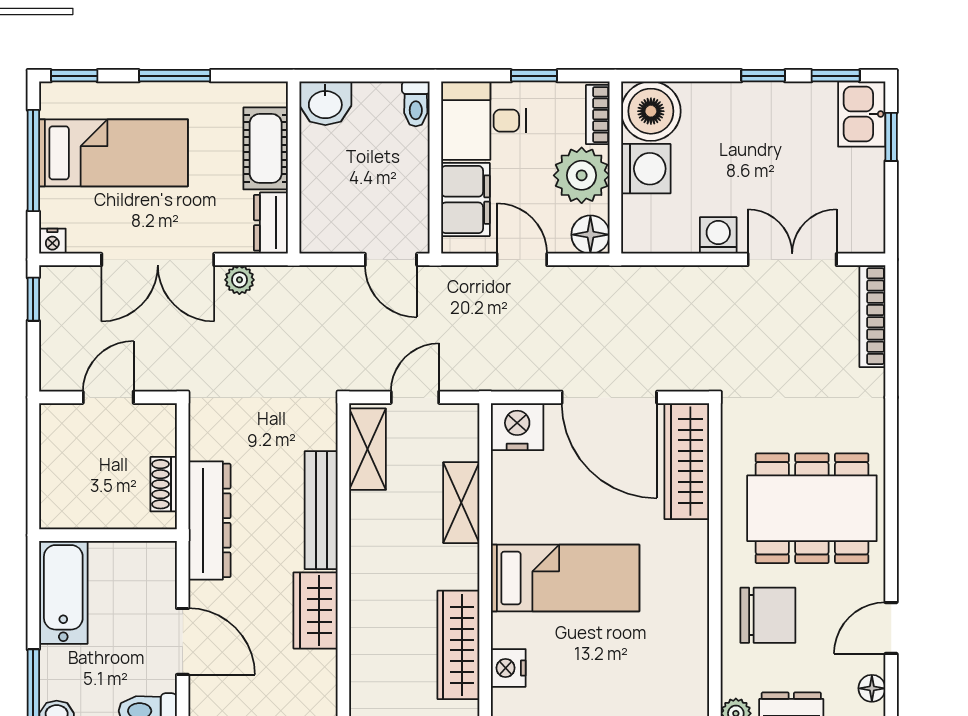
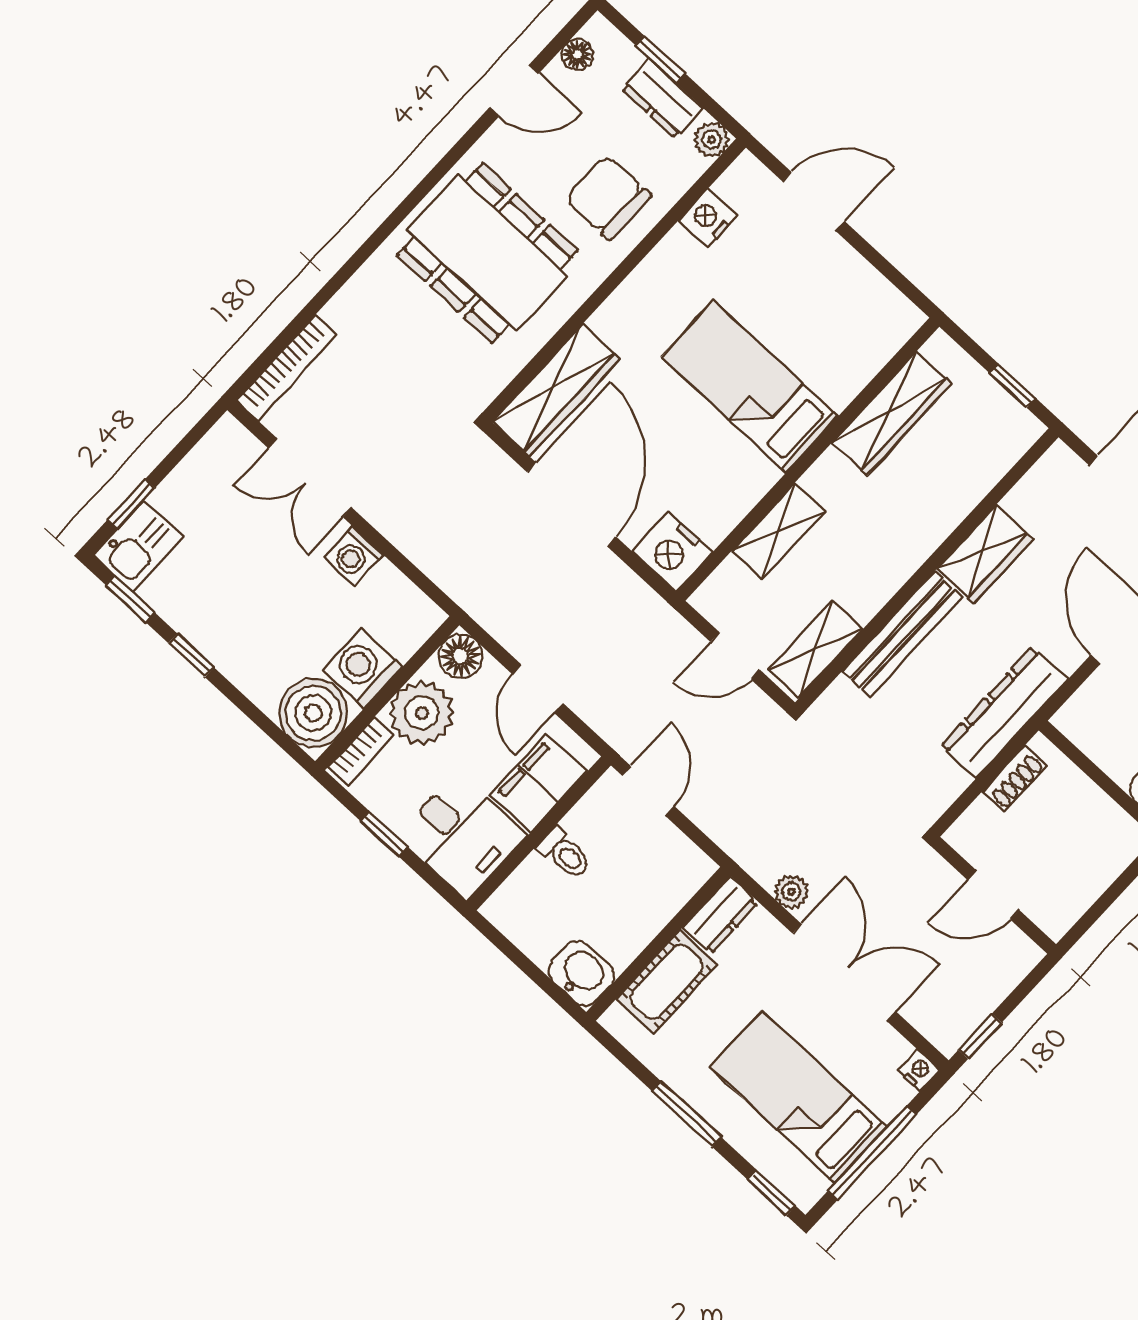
toilet: (416, 104) -> (565, 853), moved, turned 90
nightstand: (508, 668) -> (708, 218), moved, turned 180

